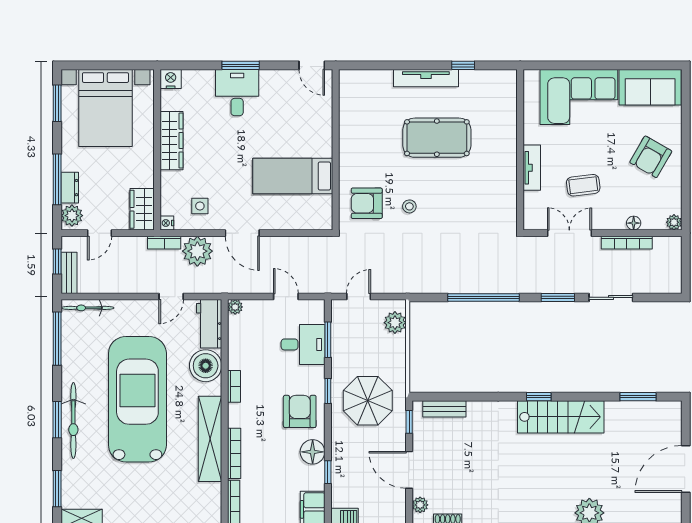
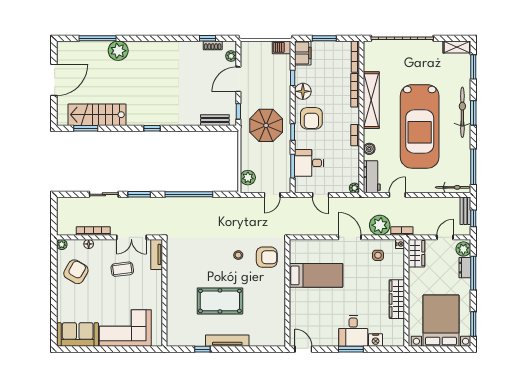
nightstand: (171, 79) -> (376, 340), moved
armchair: (651, 157) -> (76, 272), moved
tv unit: (532, 168) -> (157, 254), moved
boiler: (206, 366) -> (369, 149), width x0.54, depth x0.54
stairs: (561, 417) -> (97, 115), moved
door: (409, 470) -> (238, 79), swing flipped

